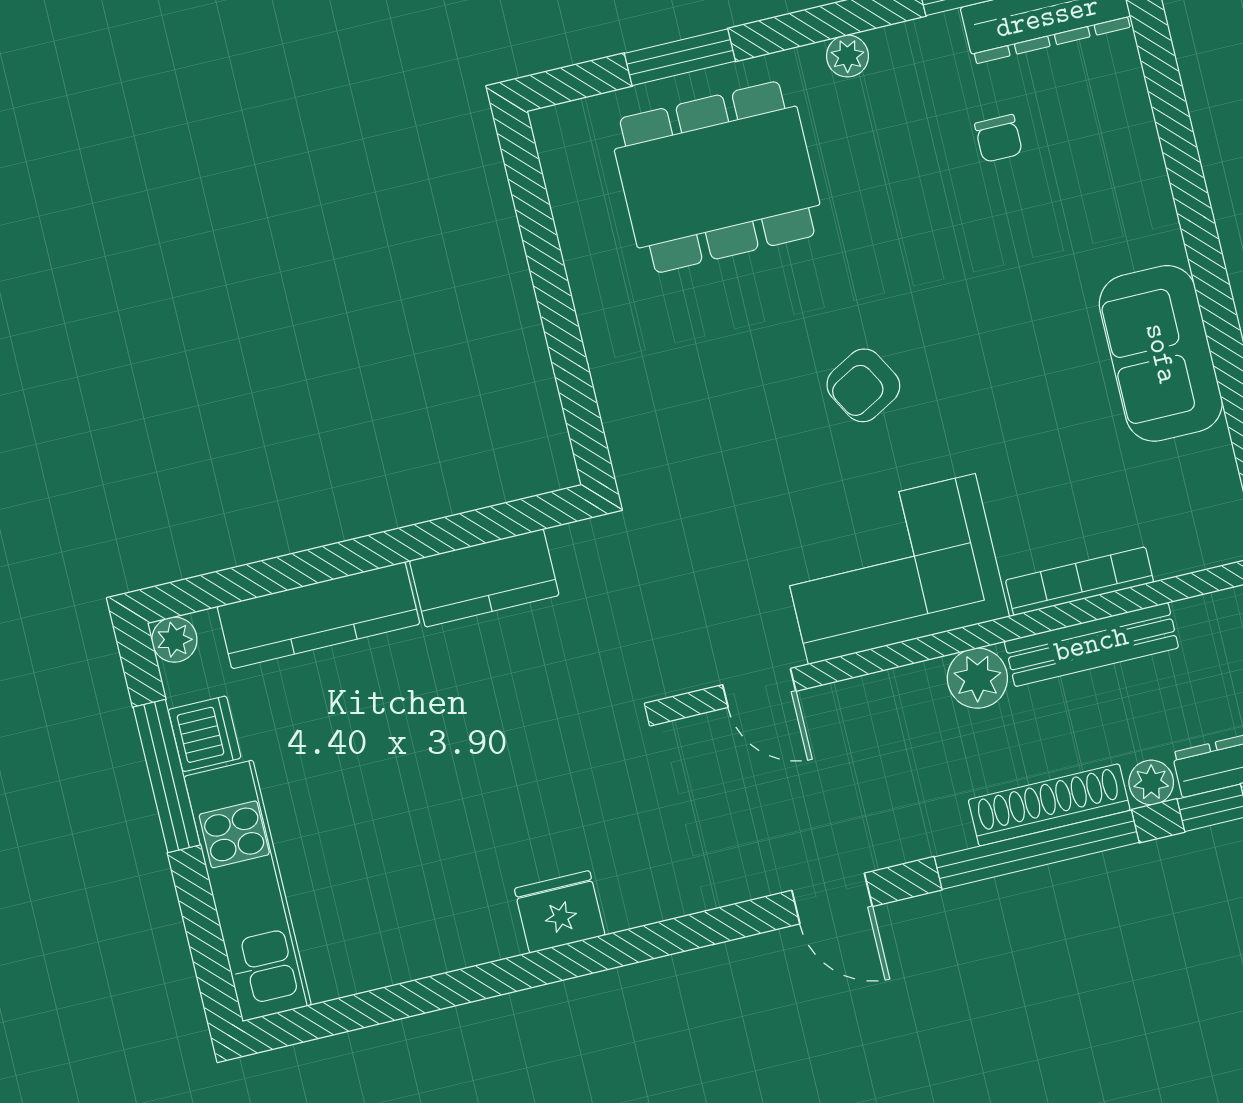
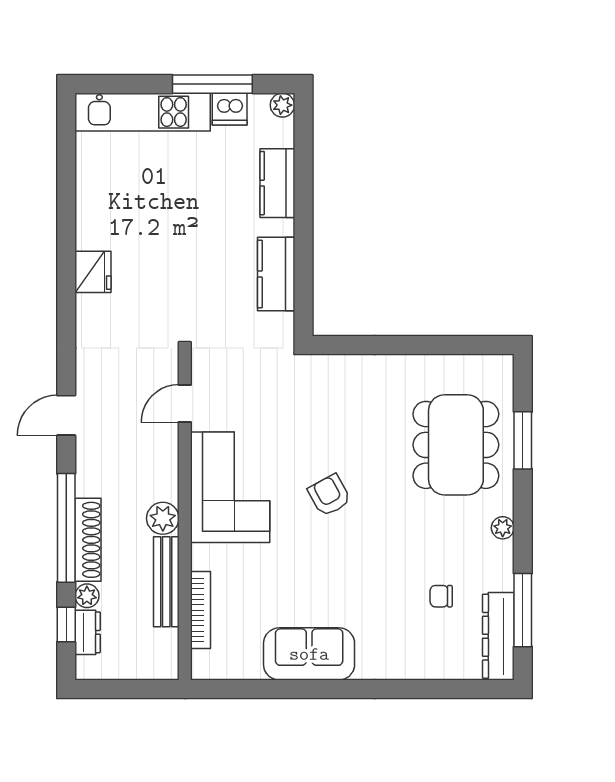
bookcase: (1080, 581) -> (201, 610), moved
kitchen counter: (318, 615) -> (277, 183), width x0.67

